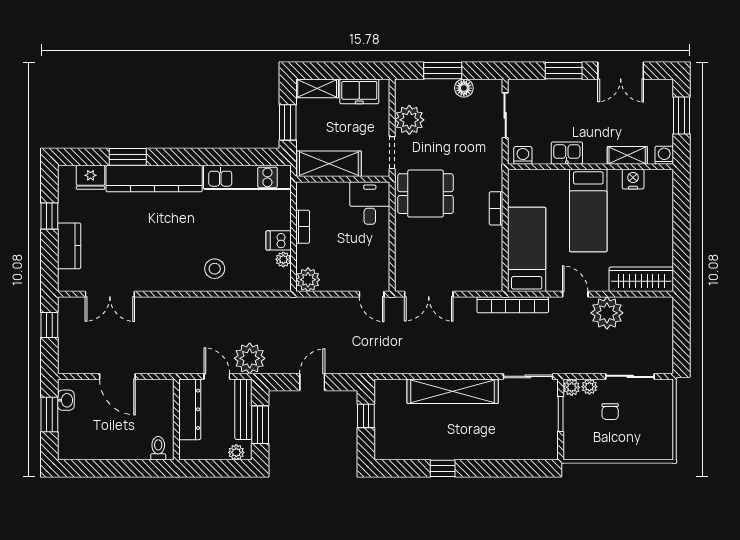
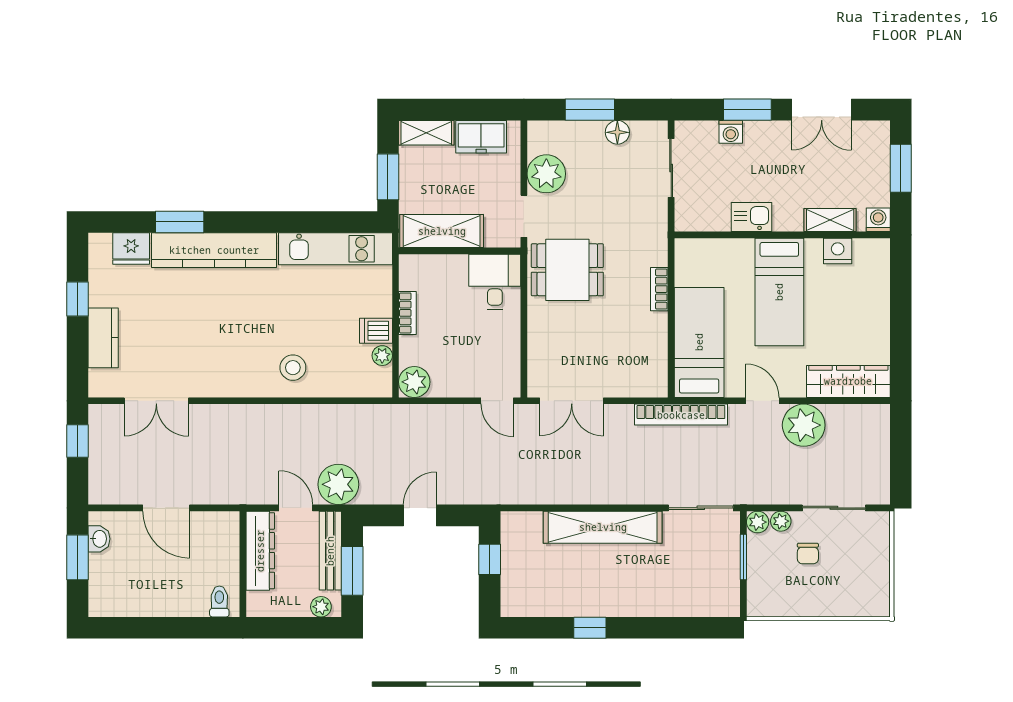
washing machine: (523, 155) -> (731, 132), moved, turned 180

